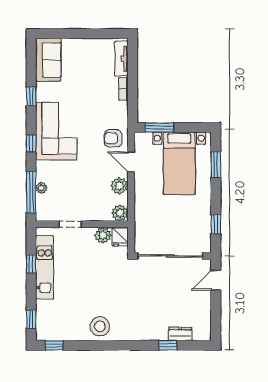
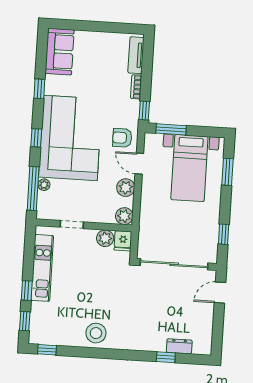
window: (133, 111) -> (144, 111), added
corner sofa: (56, 131) -> (70, 138), width x1.36, depth x1.36
window: (31, 264) -> (27, 291), moved

